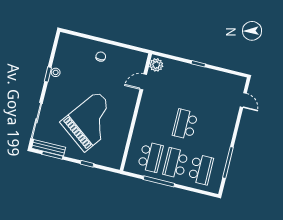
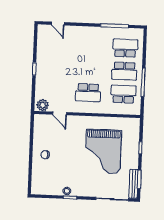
door: (243, 100) -> (58, 24), swing flipped
grand piano: (91, 122) -> (103, 152), turned -127
school desk: (185, 124) -> (88, 93), moved

